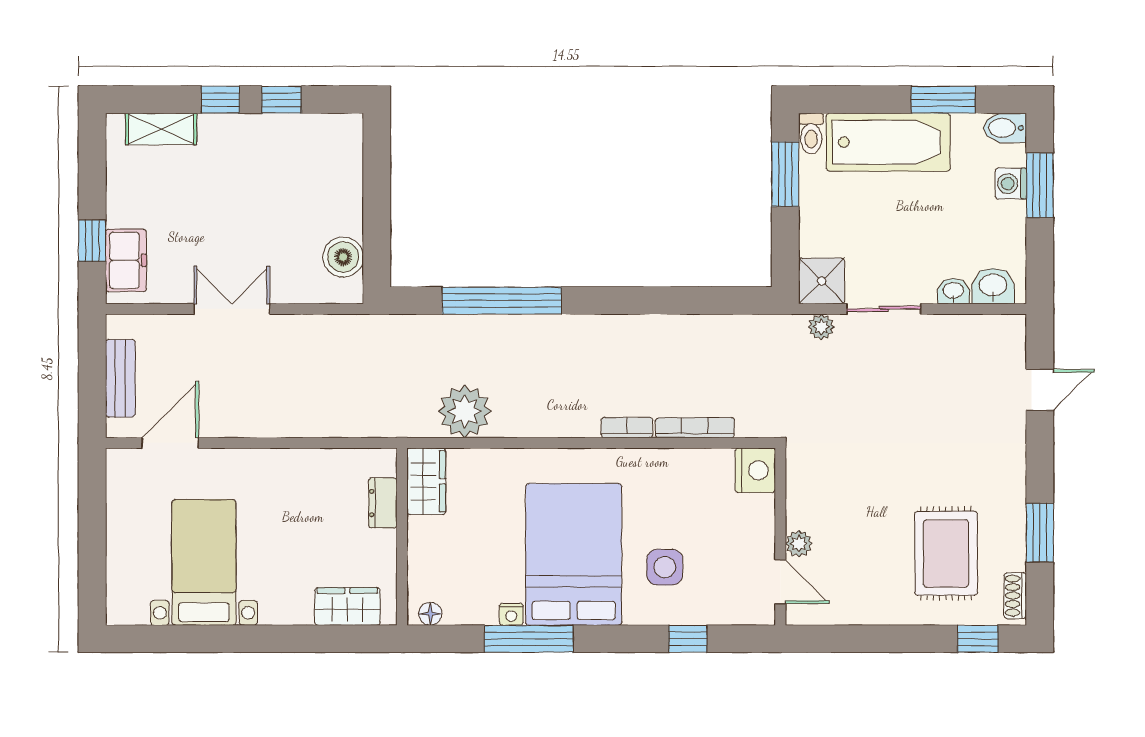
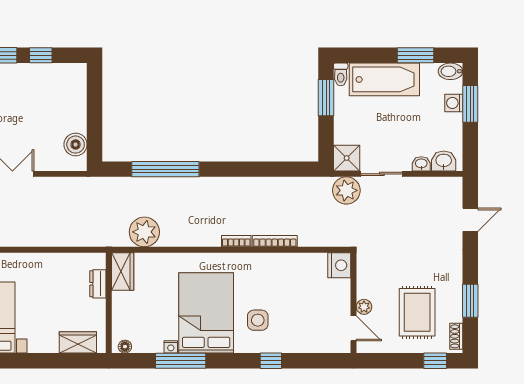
plant: (821, 327) -> (346, 190), width x1.88, depth x1.88
nightstand: (755, 470) -> (339, 265), moved
wall: (780, 537) -> (354, 303), moved
plant: (799, 544) -> (364, 307), moved
door: (780, 582) -> (354, 328), moved

